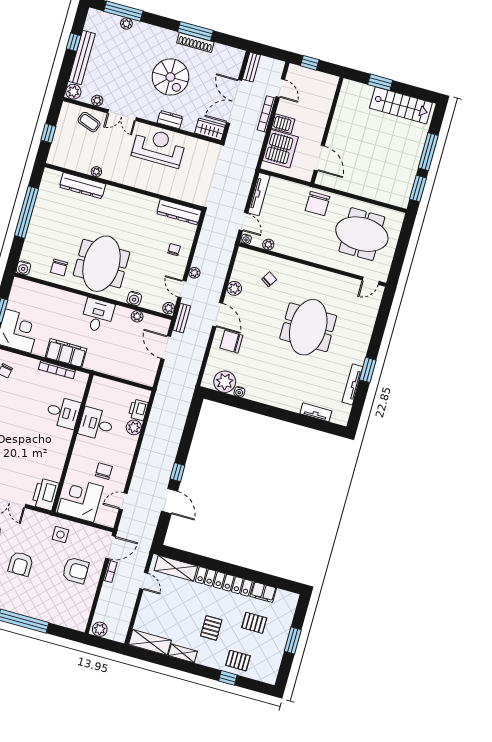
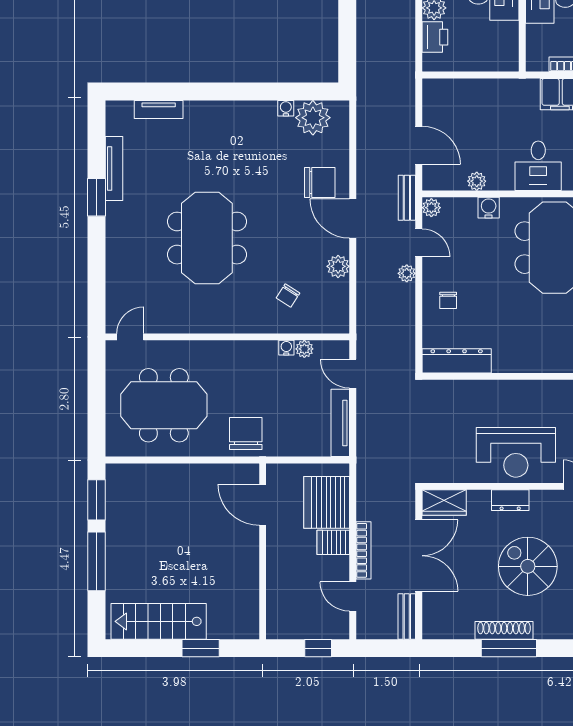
water cooler: (246, 239) -> (286, 348), moved

